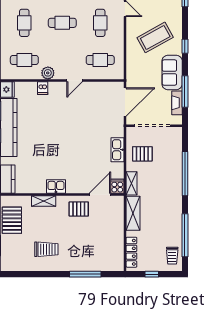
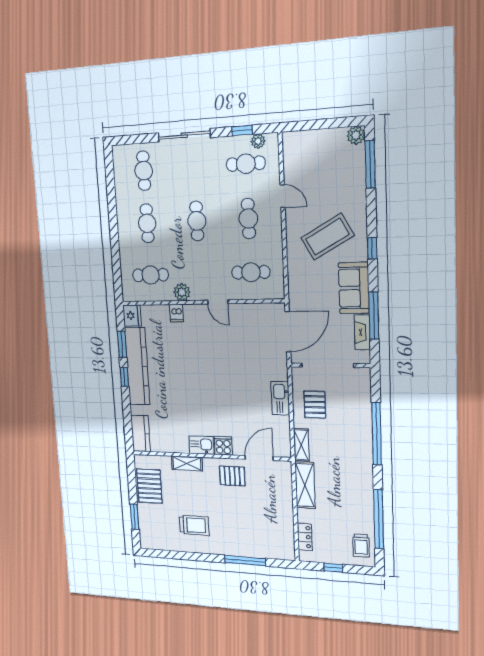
cafe table: (62, 23) -> (197, 221), turned 90
door: (75, 80) -> (218, 302), hinge flipped
pallet: (142, 154) -> (315, 405), turned 90
cooker: (117, 186) -> (223, 446), moved
locker: (131, 252) -> (305, 537), width x0.66

